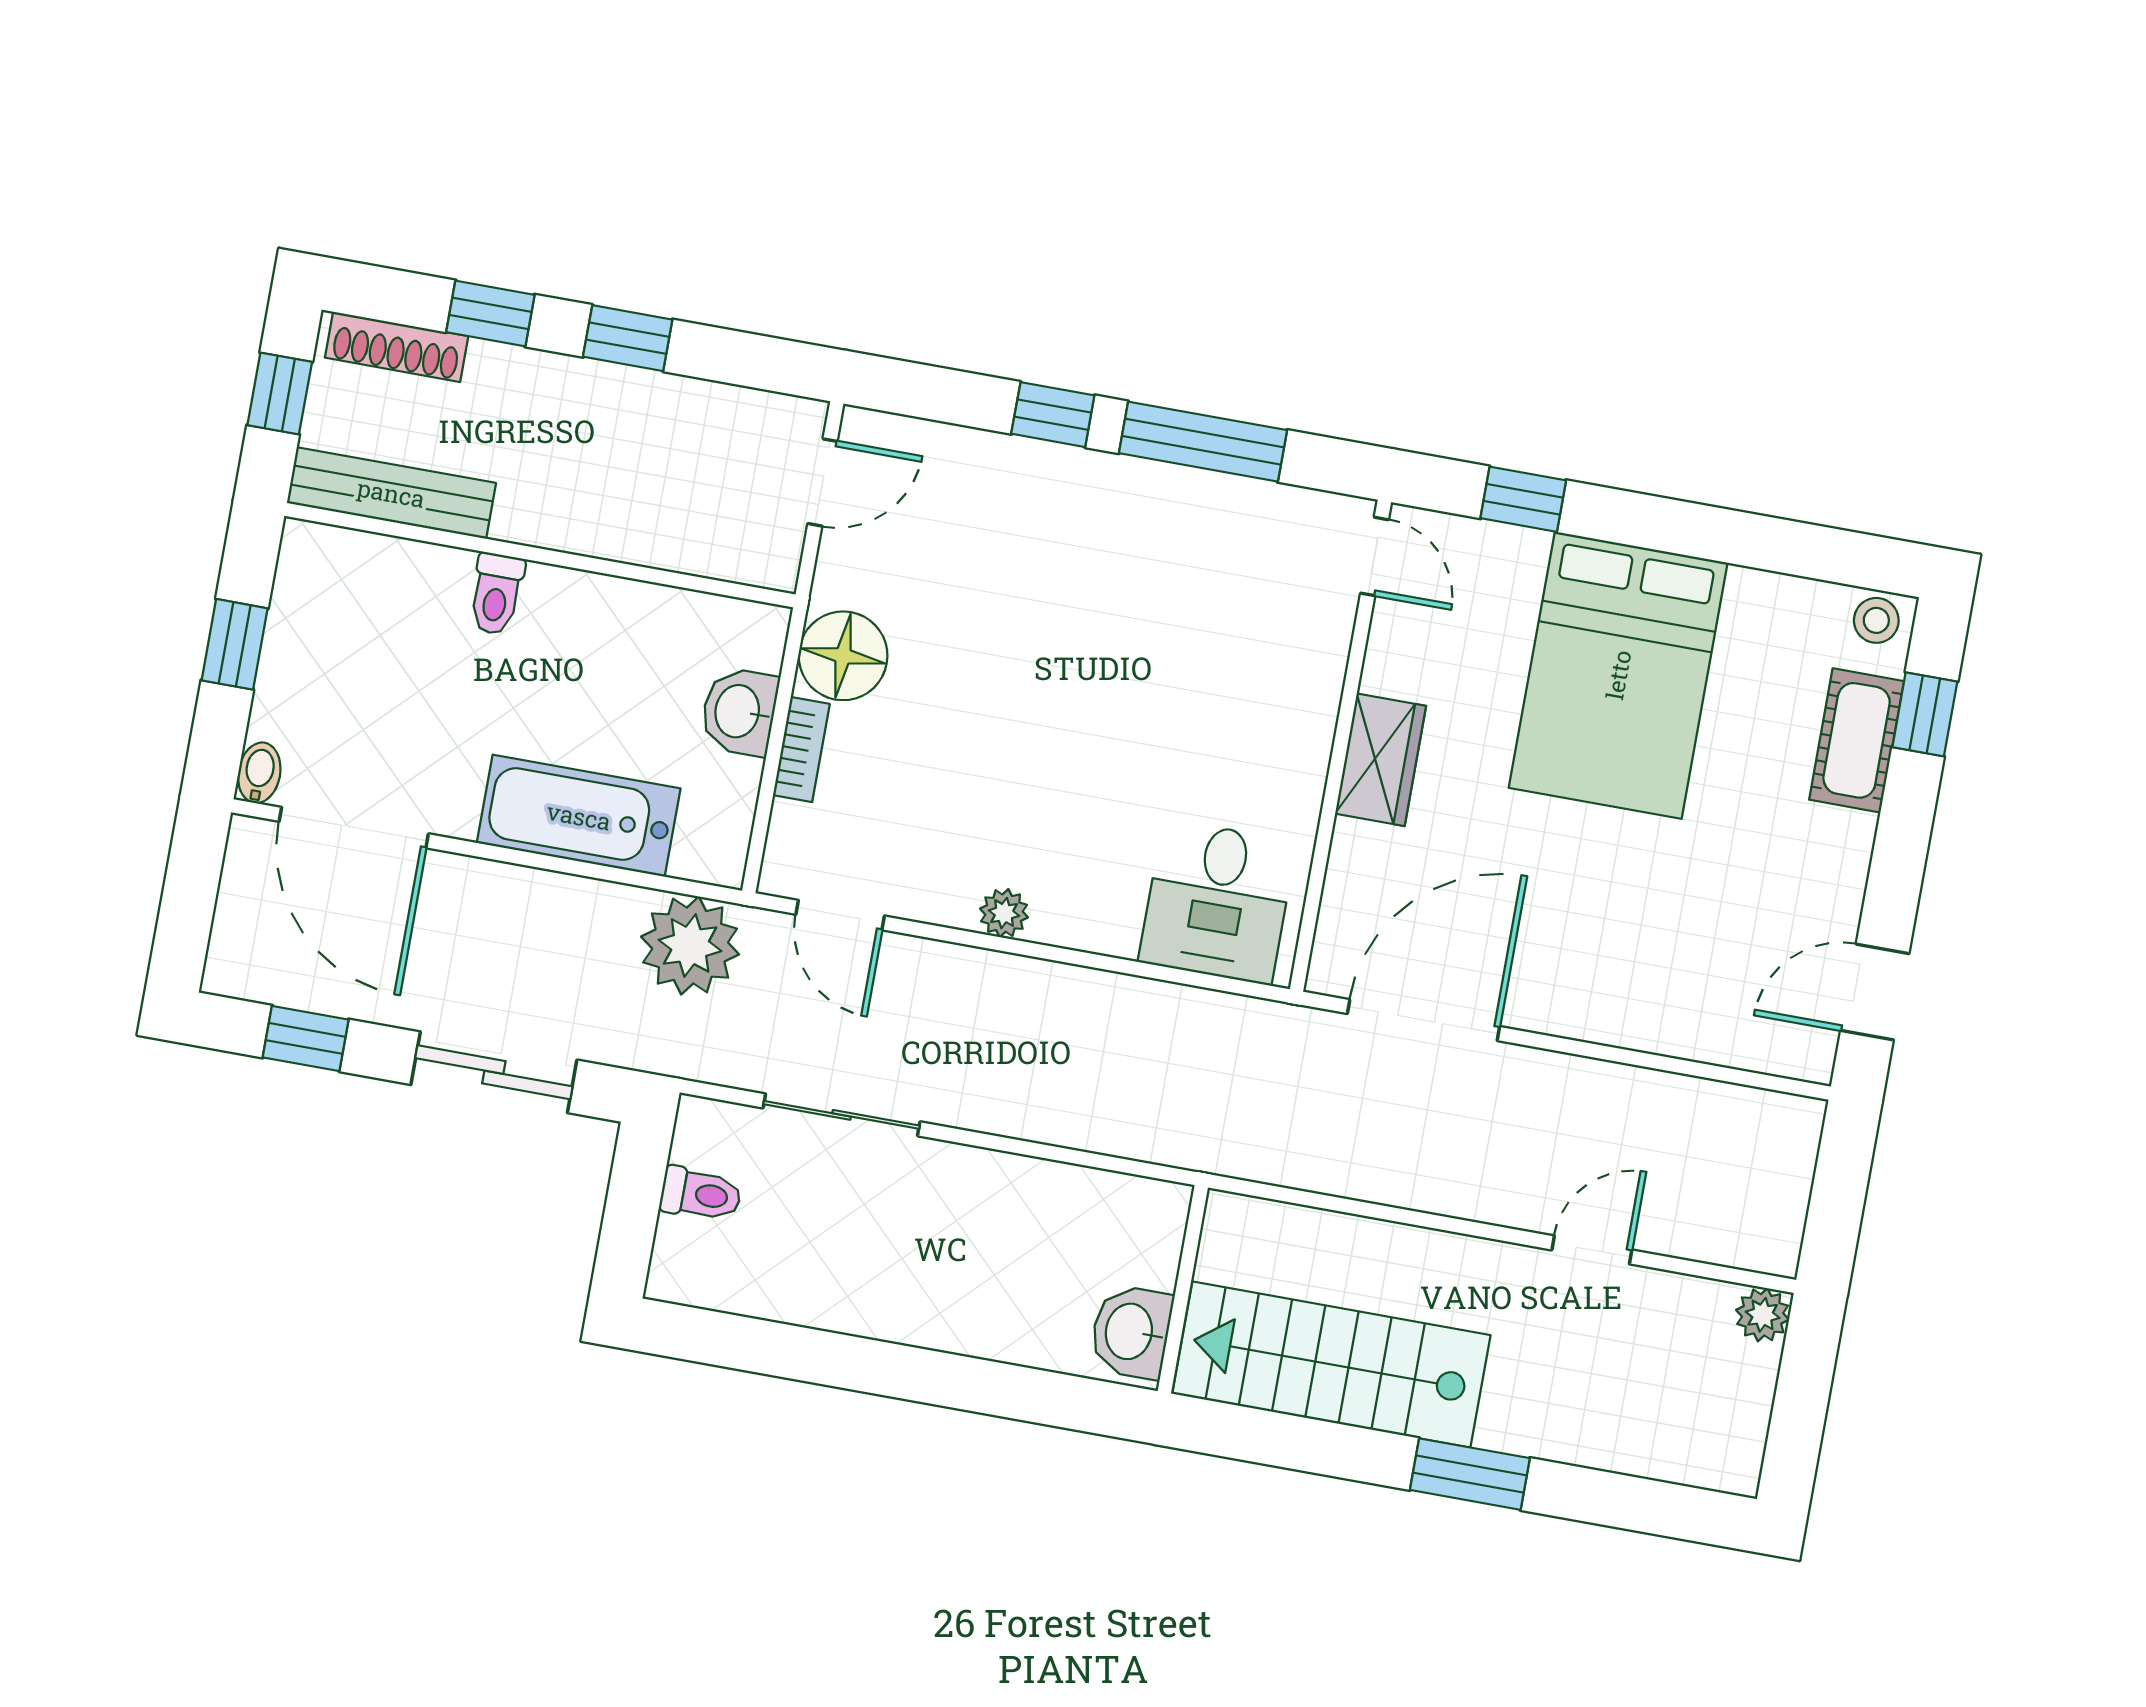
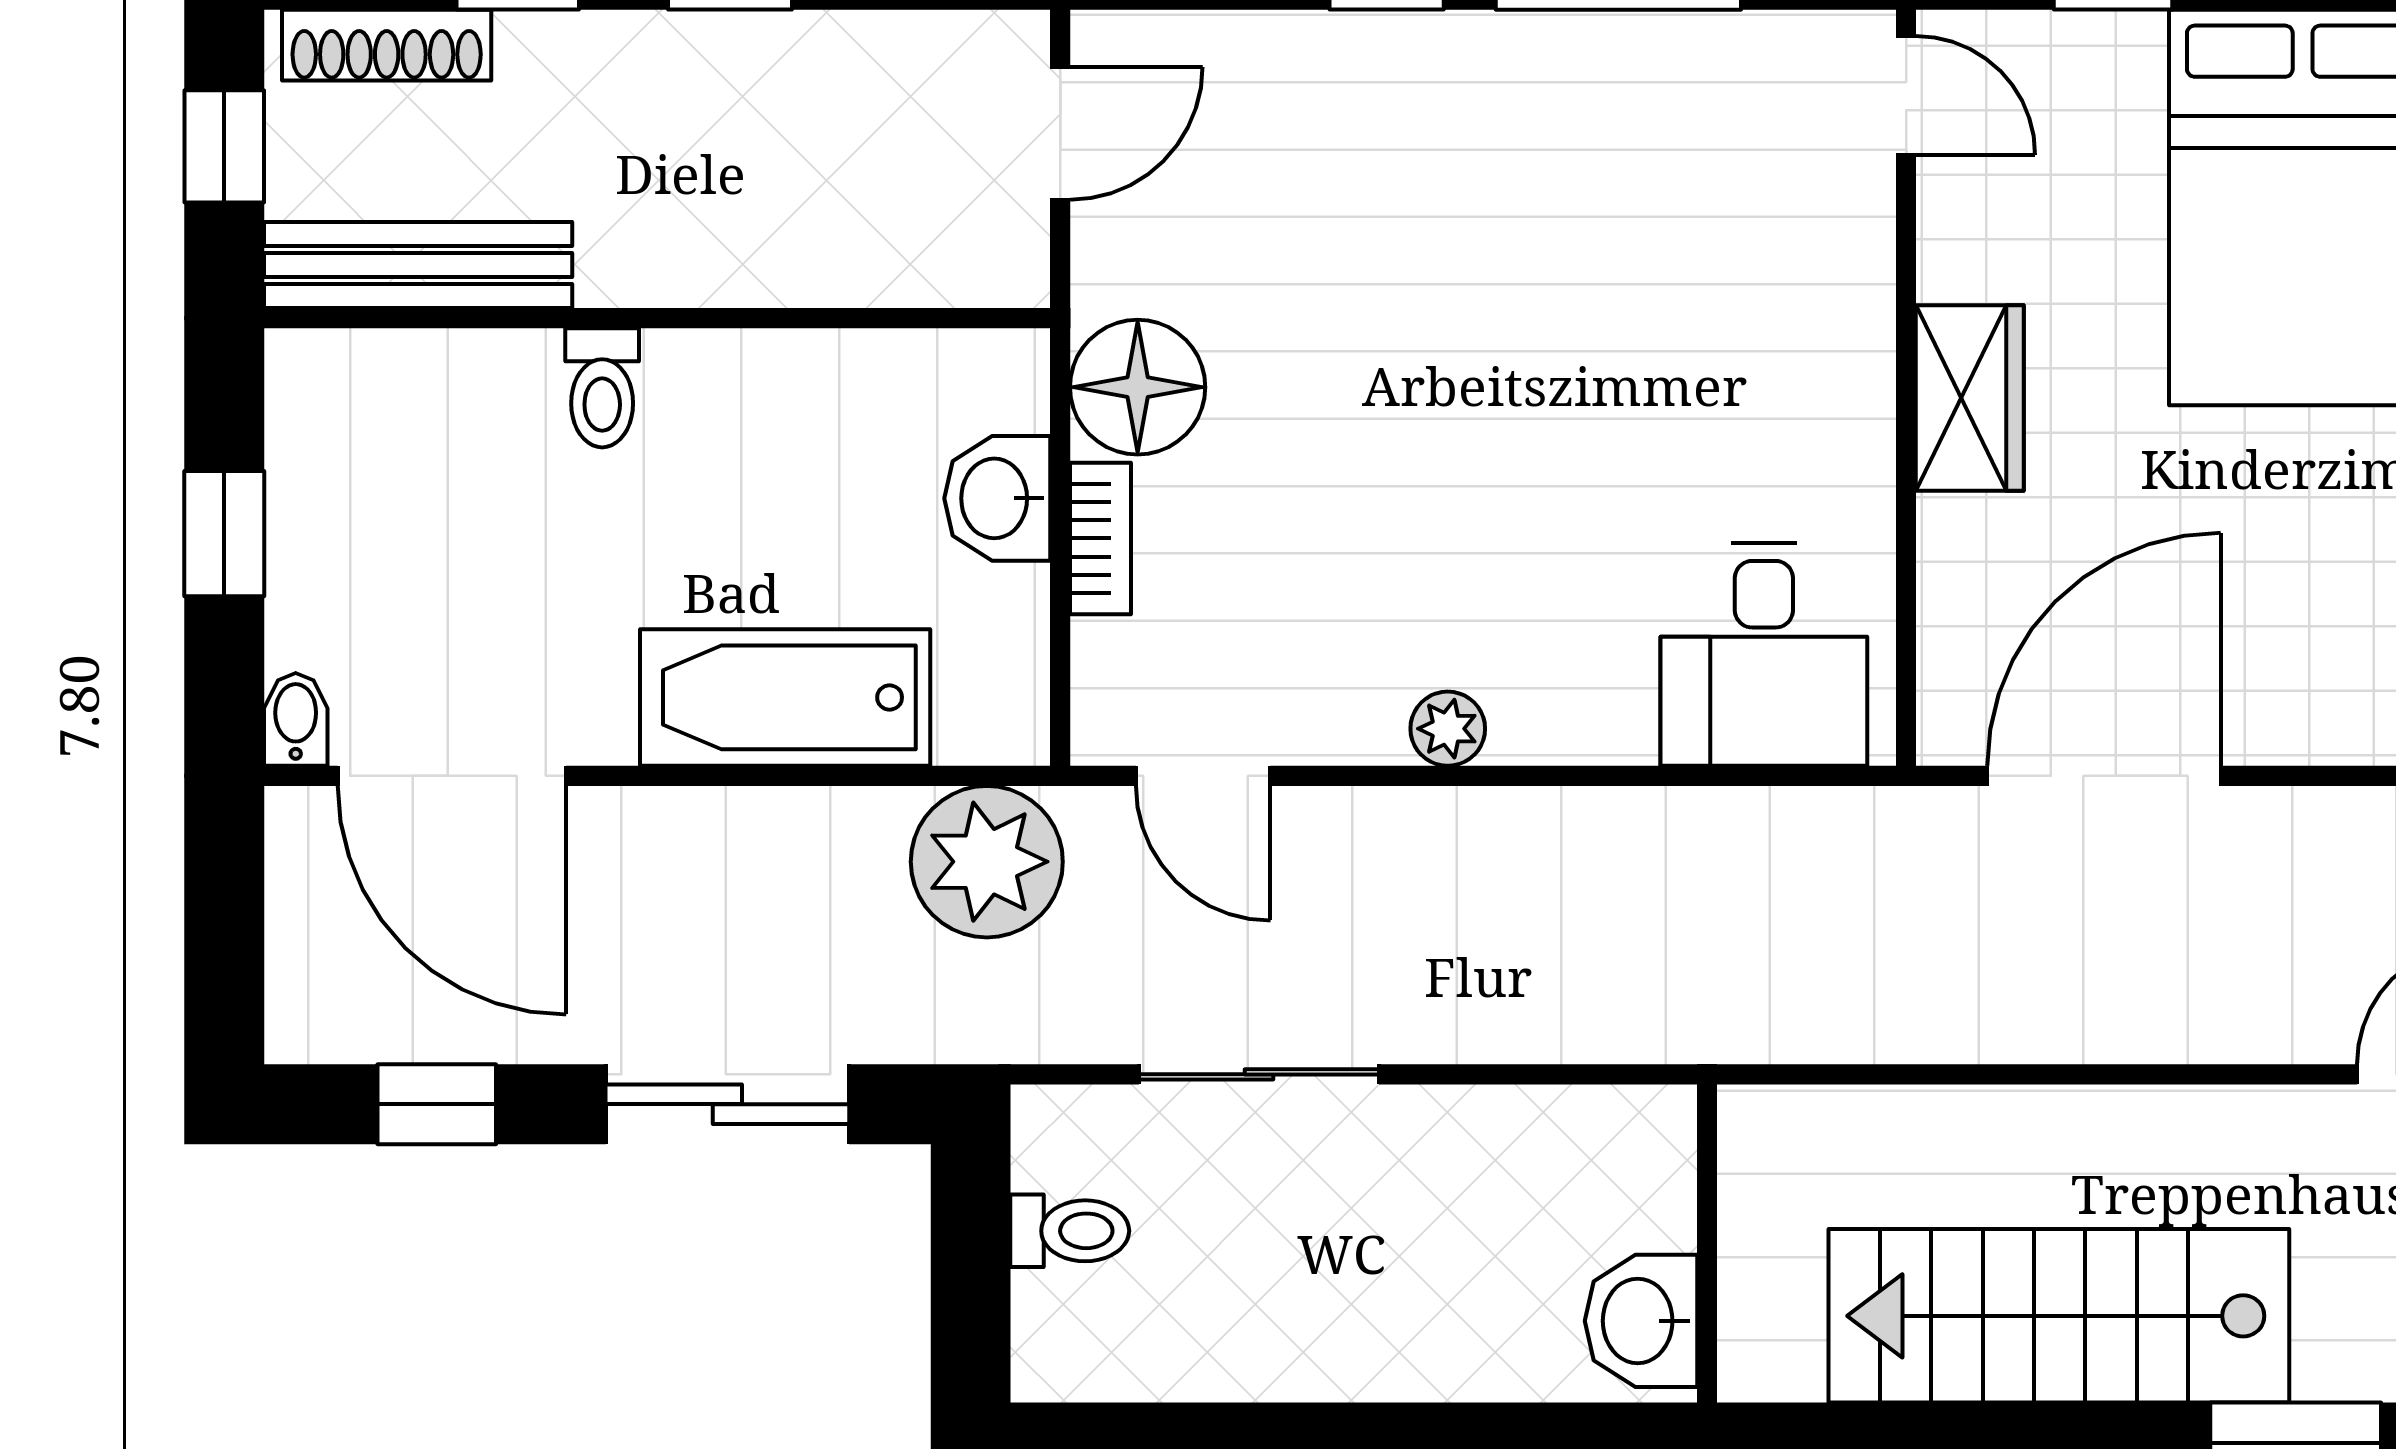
wall: (1183, 1289) -> (1707, 1244), moved
washbasin: (1131, 1332) -> (1641, 1321), moved

